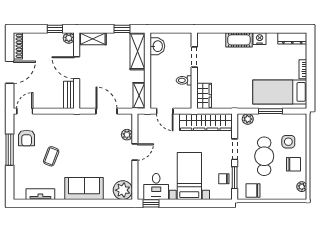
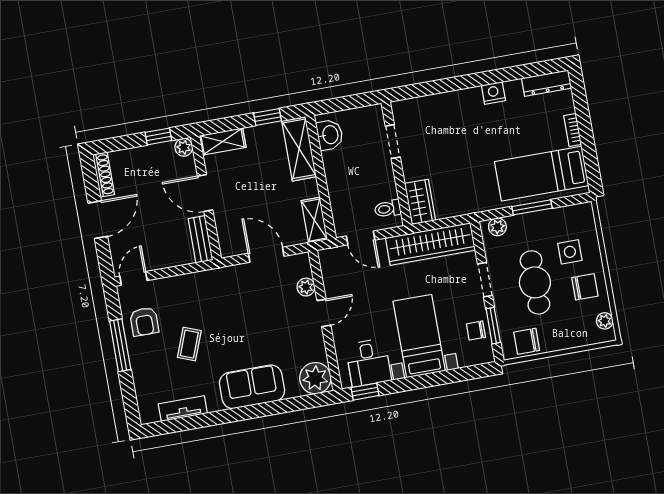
cot: (239, 40) -> (460, 101), removed
toilet: (184, 80) -> (388, 209), moved

